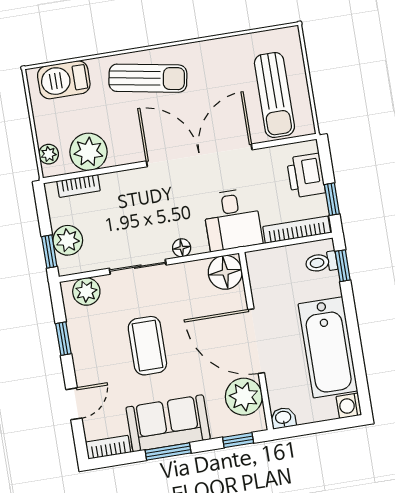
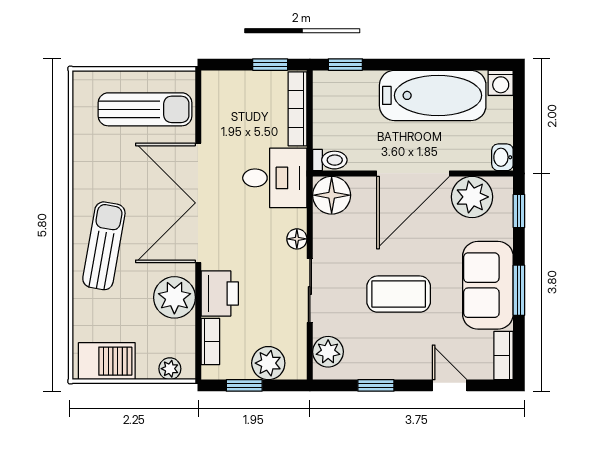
barbecue: (64, 80) -> (107, 361), moved, turned -90
plant: (88, 152) -> (174, 297), moved
printer: (306, 175) -> (220, 293), moved, turned -90
window: (49, 252) -> (244, 385), moved
toilet: (321, 262) -> (330, 160), moved, turned -90

